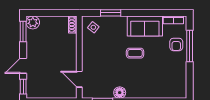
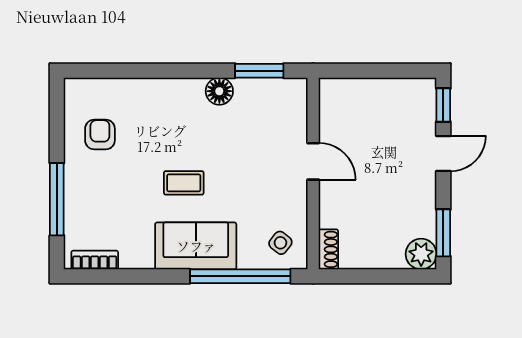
window: (111, 13) -> (240, 276), width x2.11
sofa: (145, 26) -> (196, 246), moved
armchair: (176, 44) -> (100, 134), moved
door: (79, 79) -> (313, 161), moved

